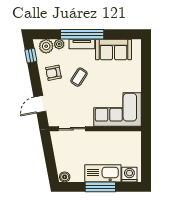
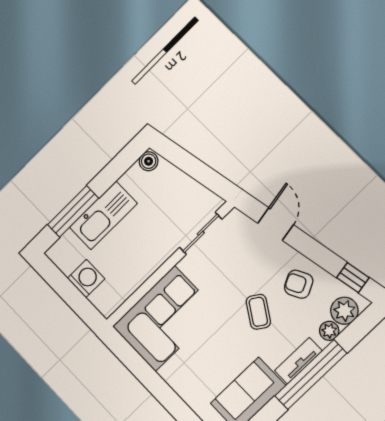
armchair: (53, 73) -> (299, 284), turned -106
washing machine: (129, 175) -> (86, 279), moved, turned -90
window: (100, 187) -> (73, 211), moved

